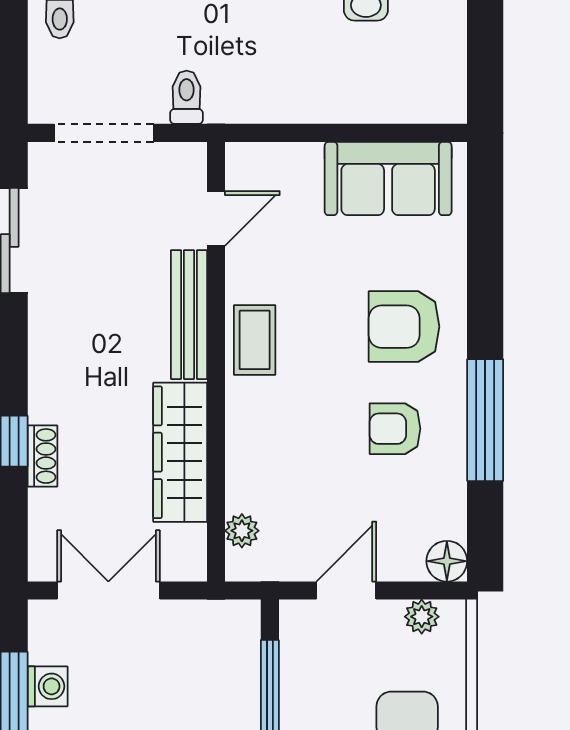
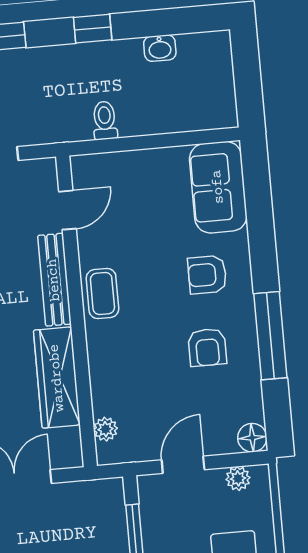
toilet: (187, 97) -> (105, 120), moved
sofa: (388, 179) -> (218, 187), moved, turned 90
armchair: (404, 327) -> (207, 275), width x0.72, depth x0.72
armchair: (395, 429) -> (207, 347), turned -90

